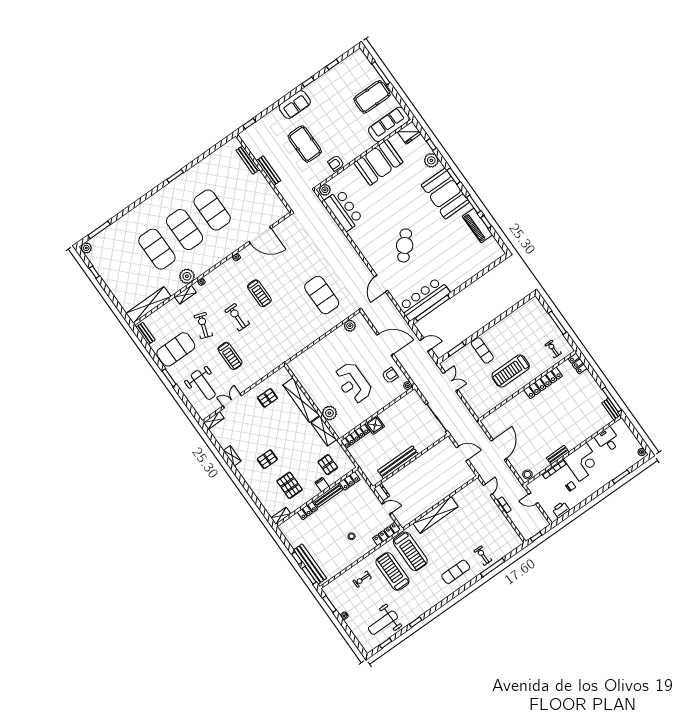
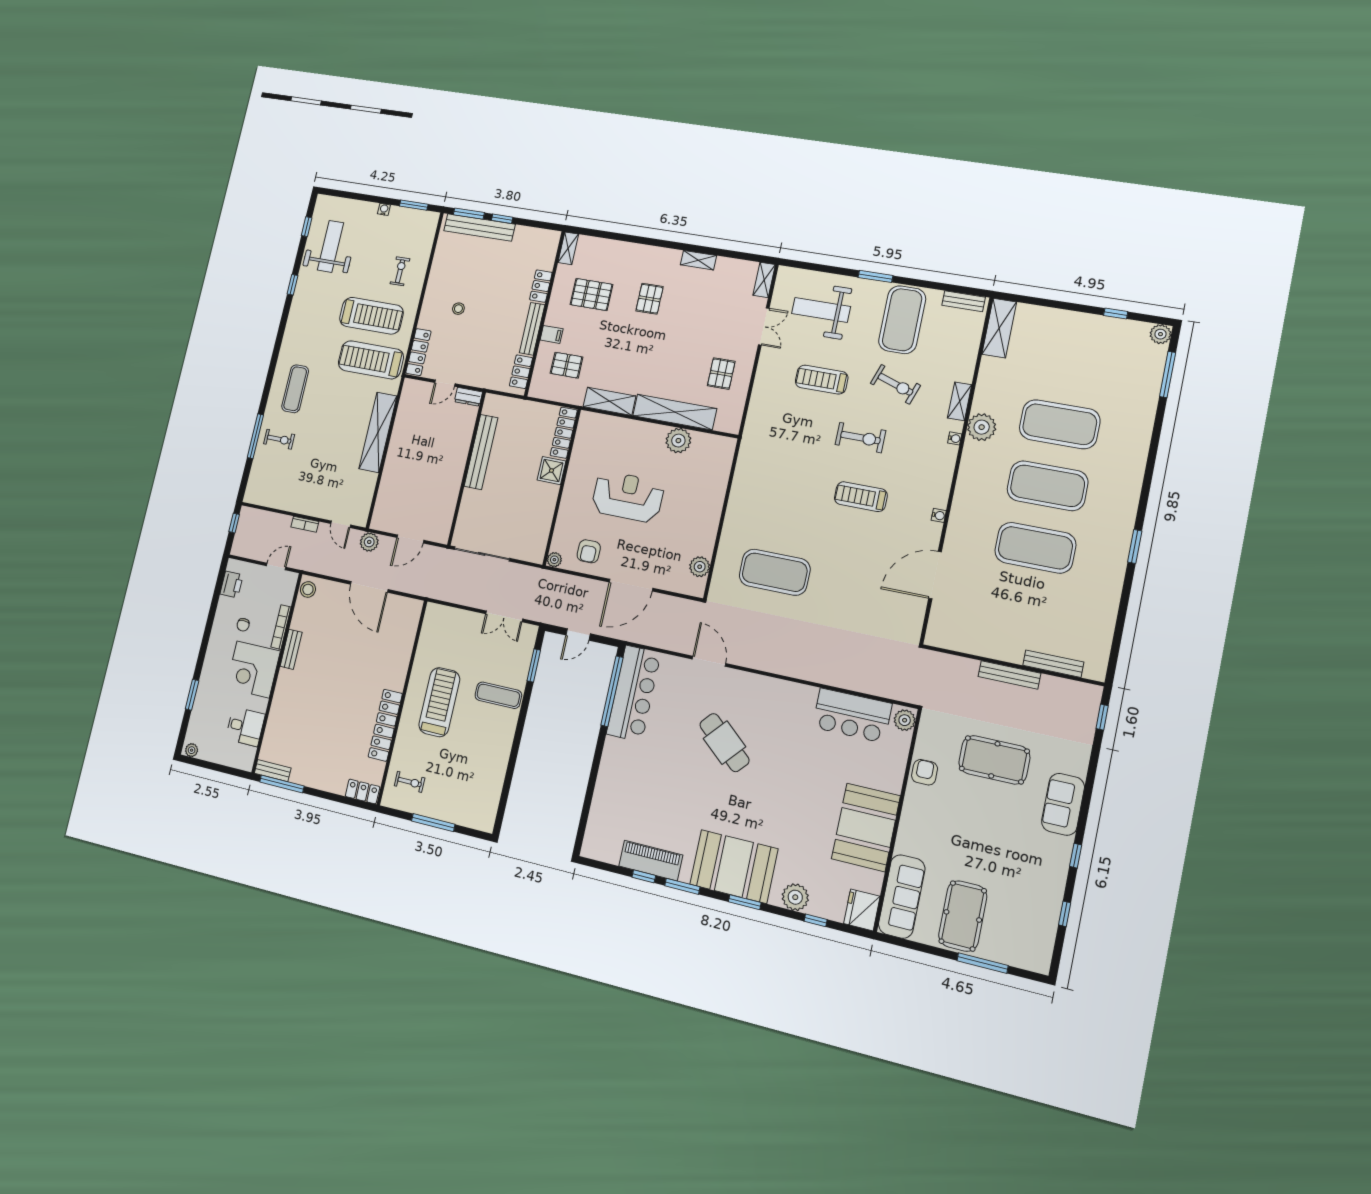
shelving: (149, 305) -> (999, 328), width x0.68
plant: (329, 413) -> (678, 441), moved
plant: (482, 470) -> (369, 542), added

